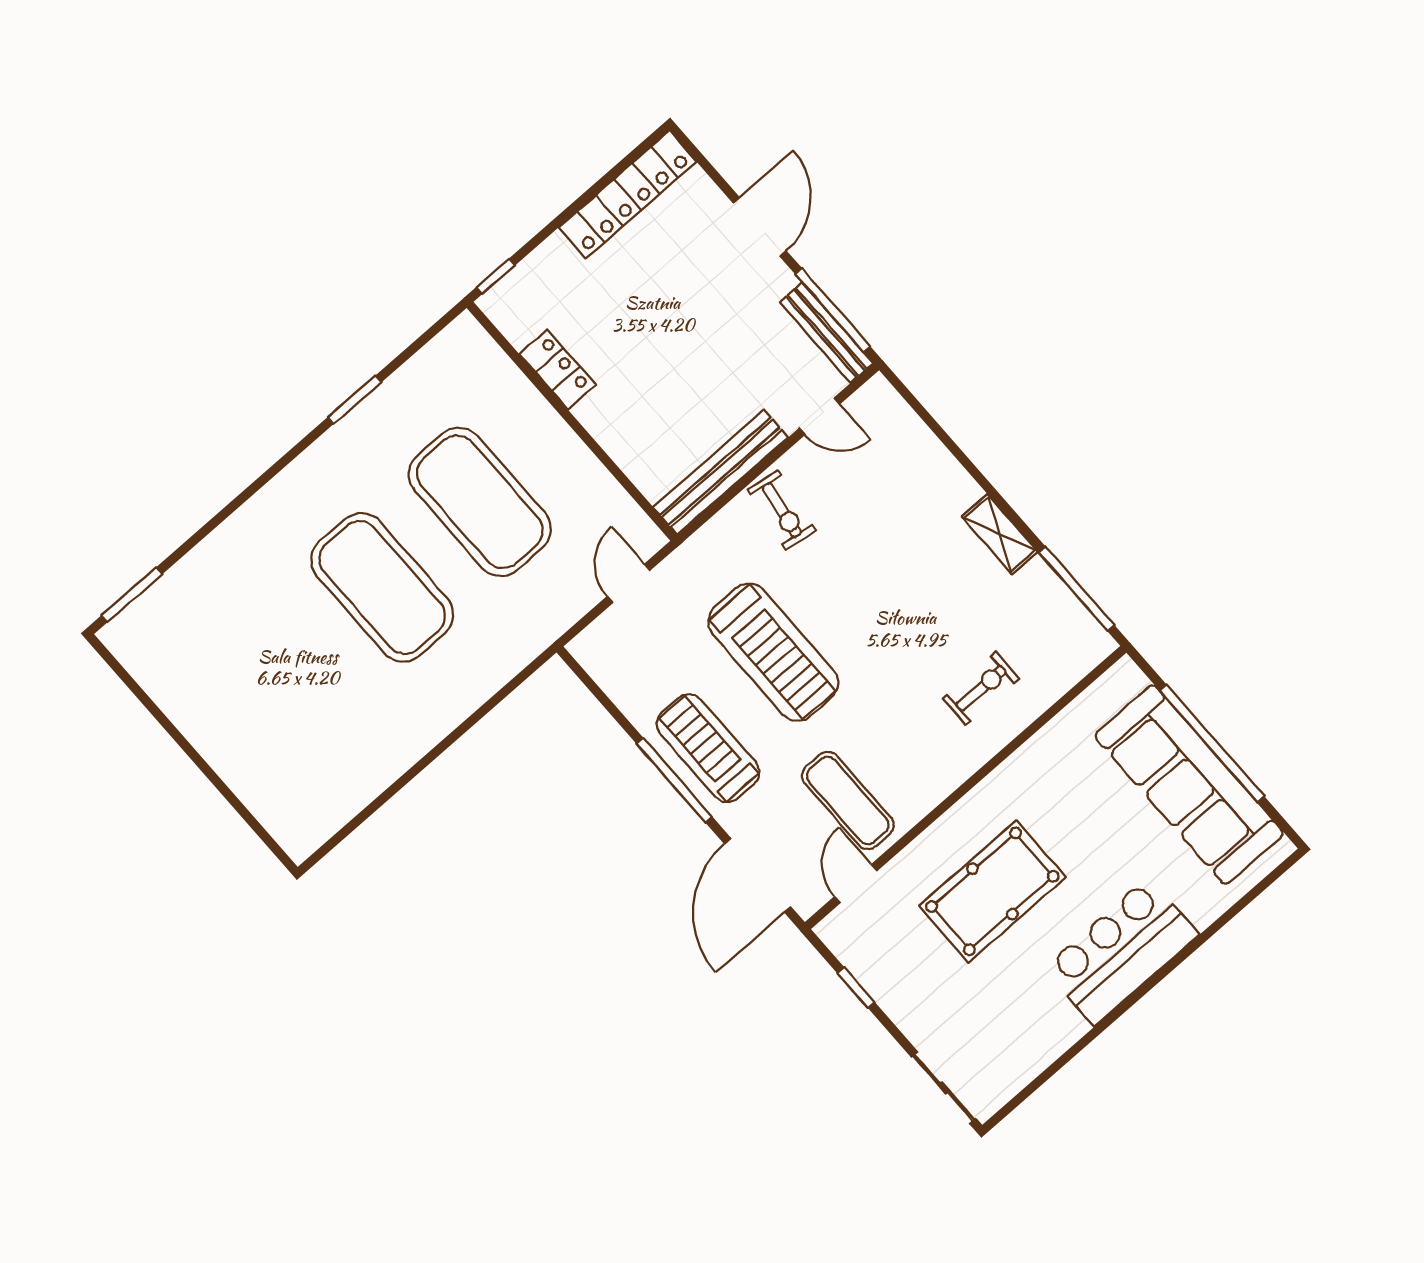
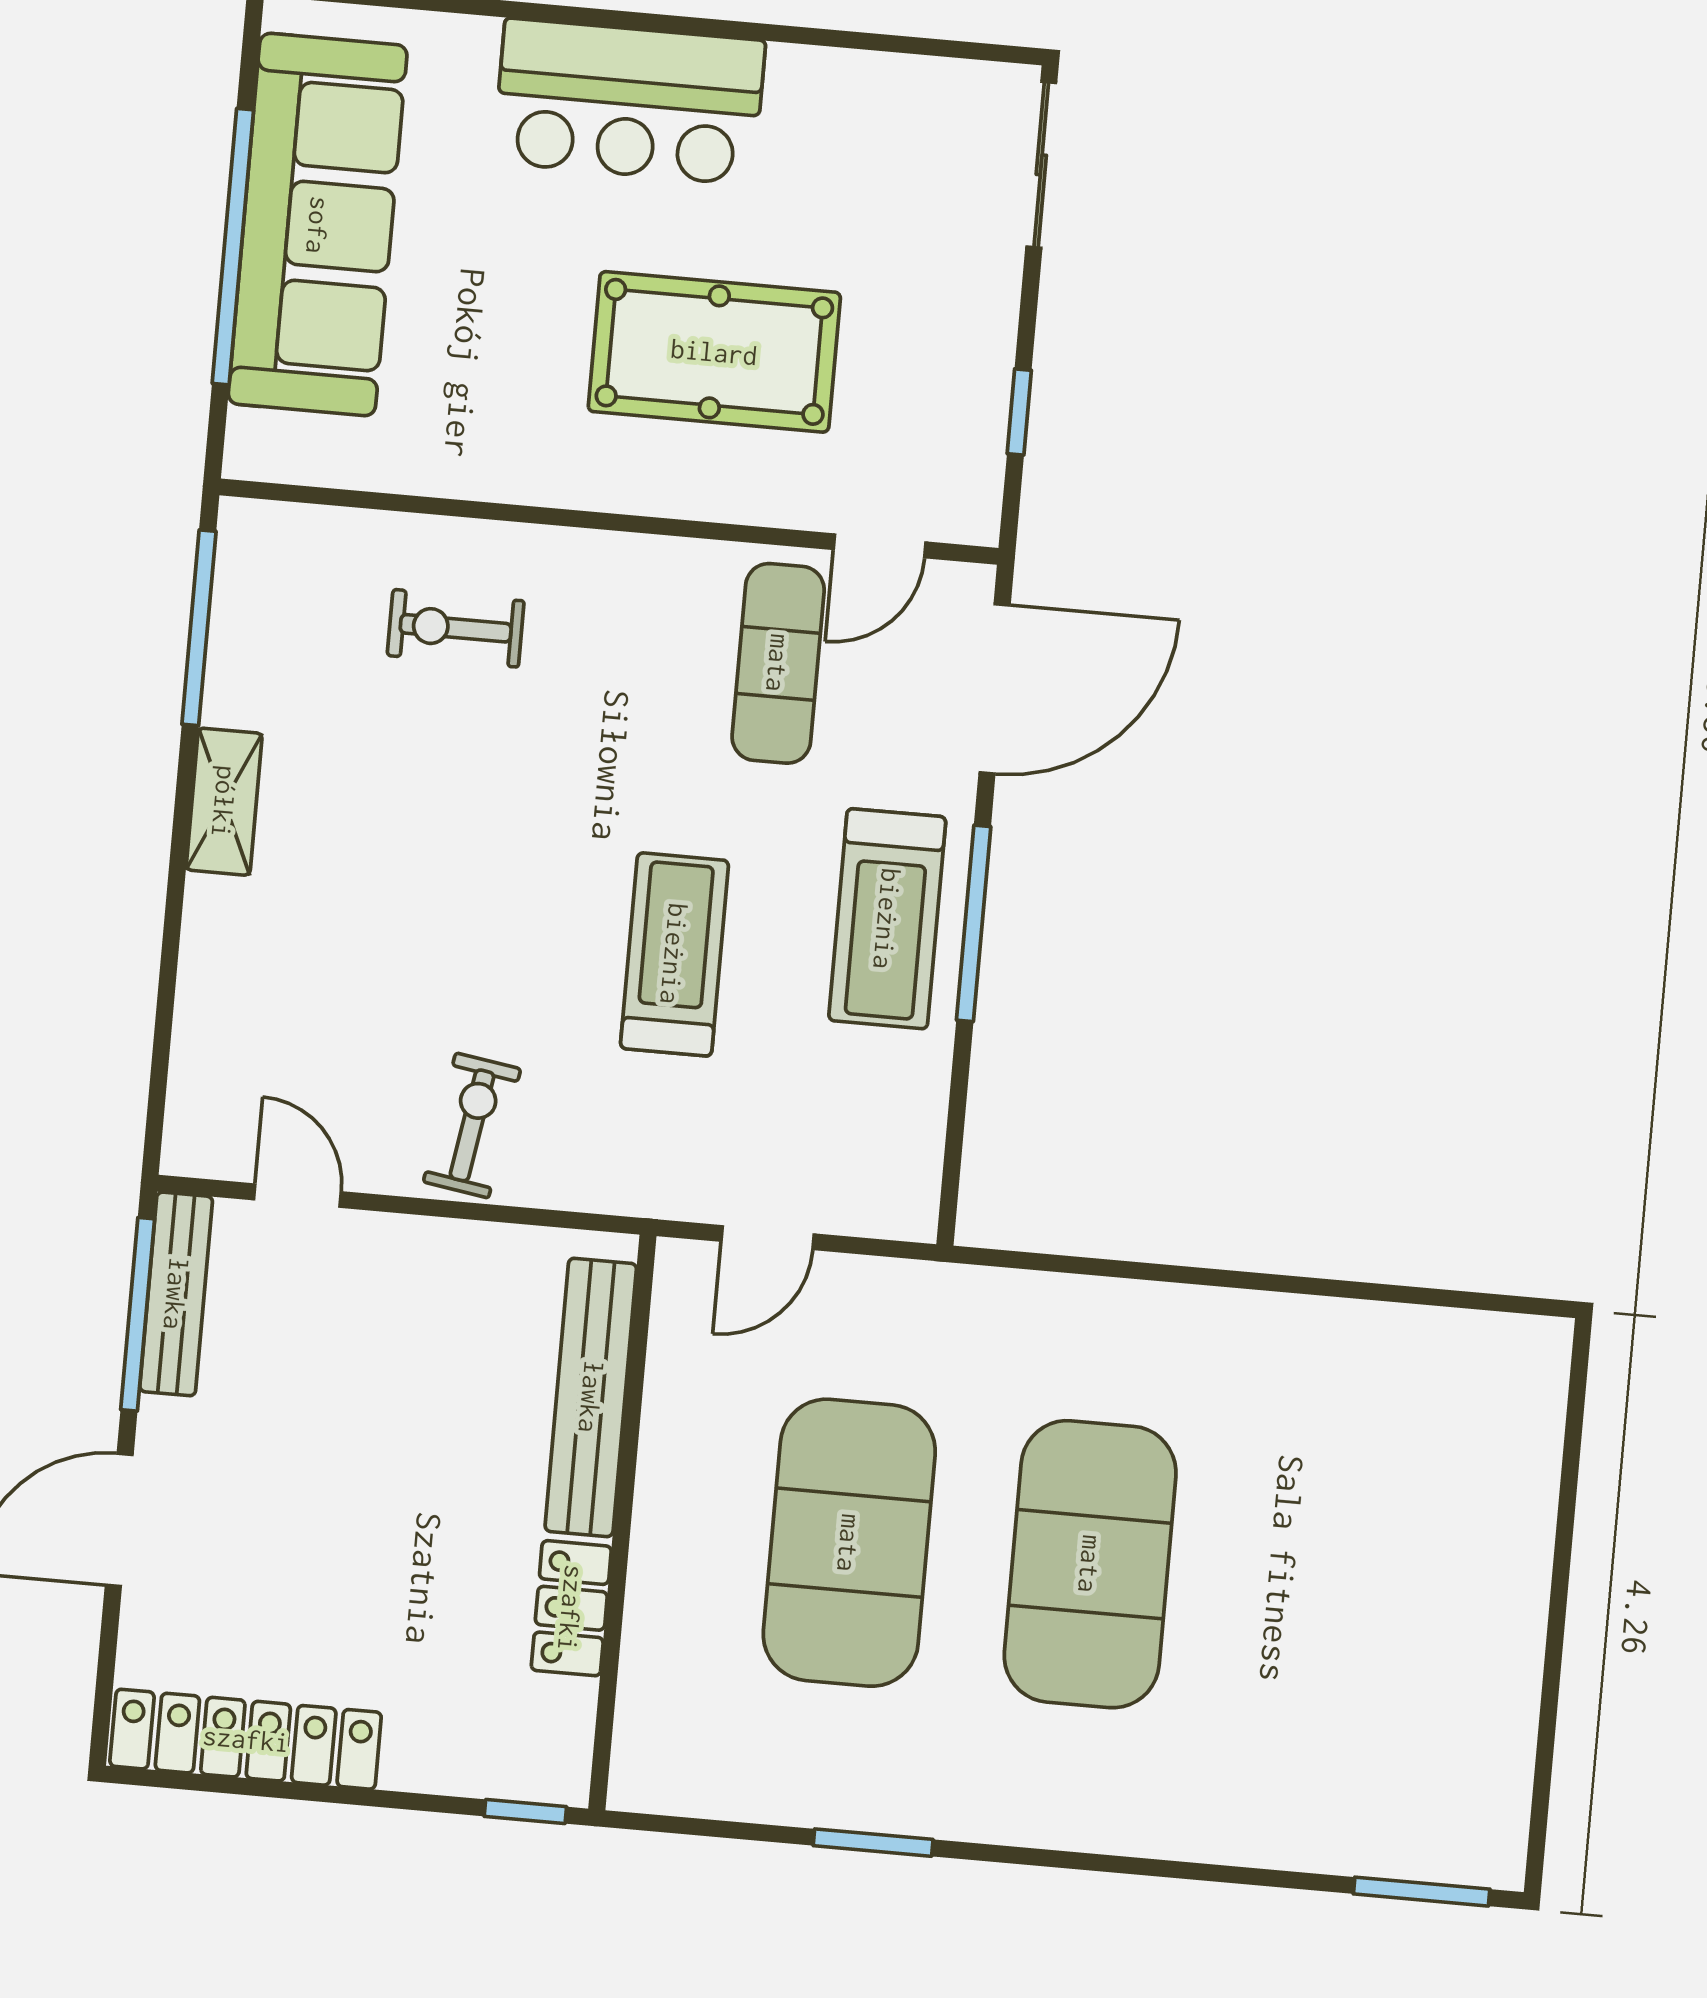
bench: (721, 472) -> (591, 1397), moved, turned 90
treadmill: (773, 652) -> (674, 954), width x0.73, depth x0.73

